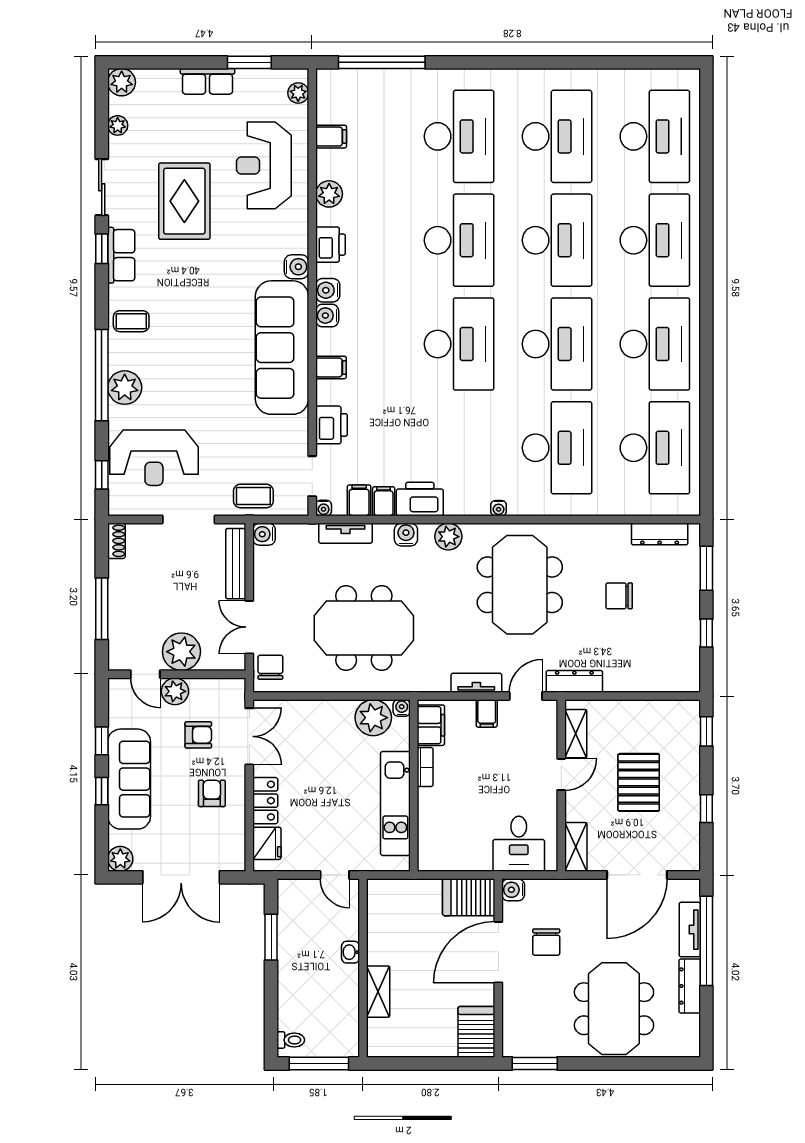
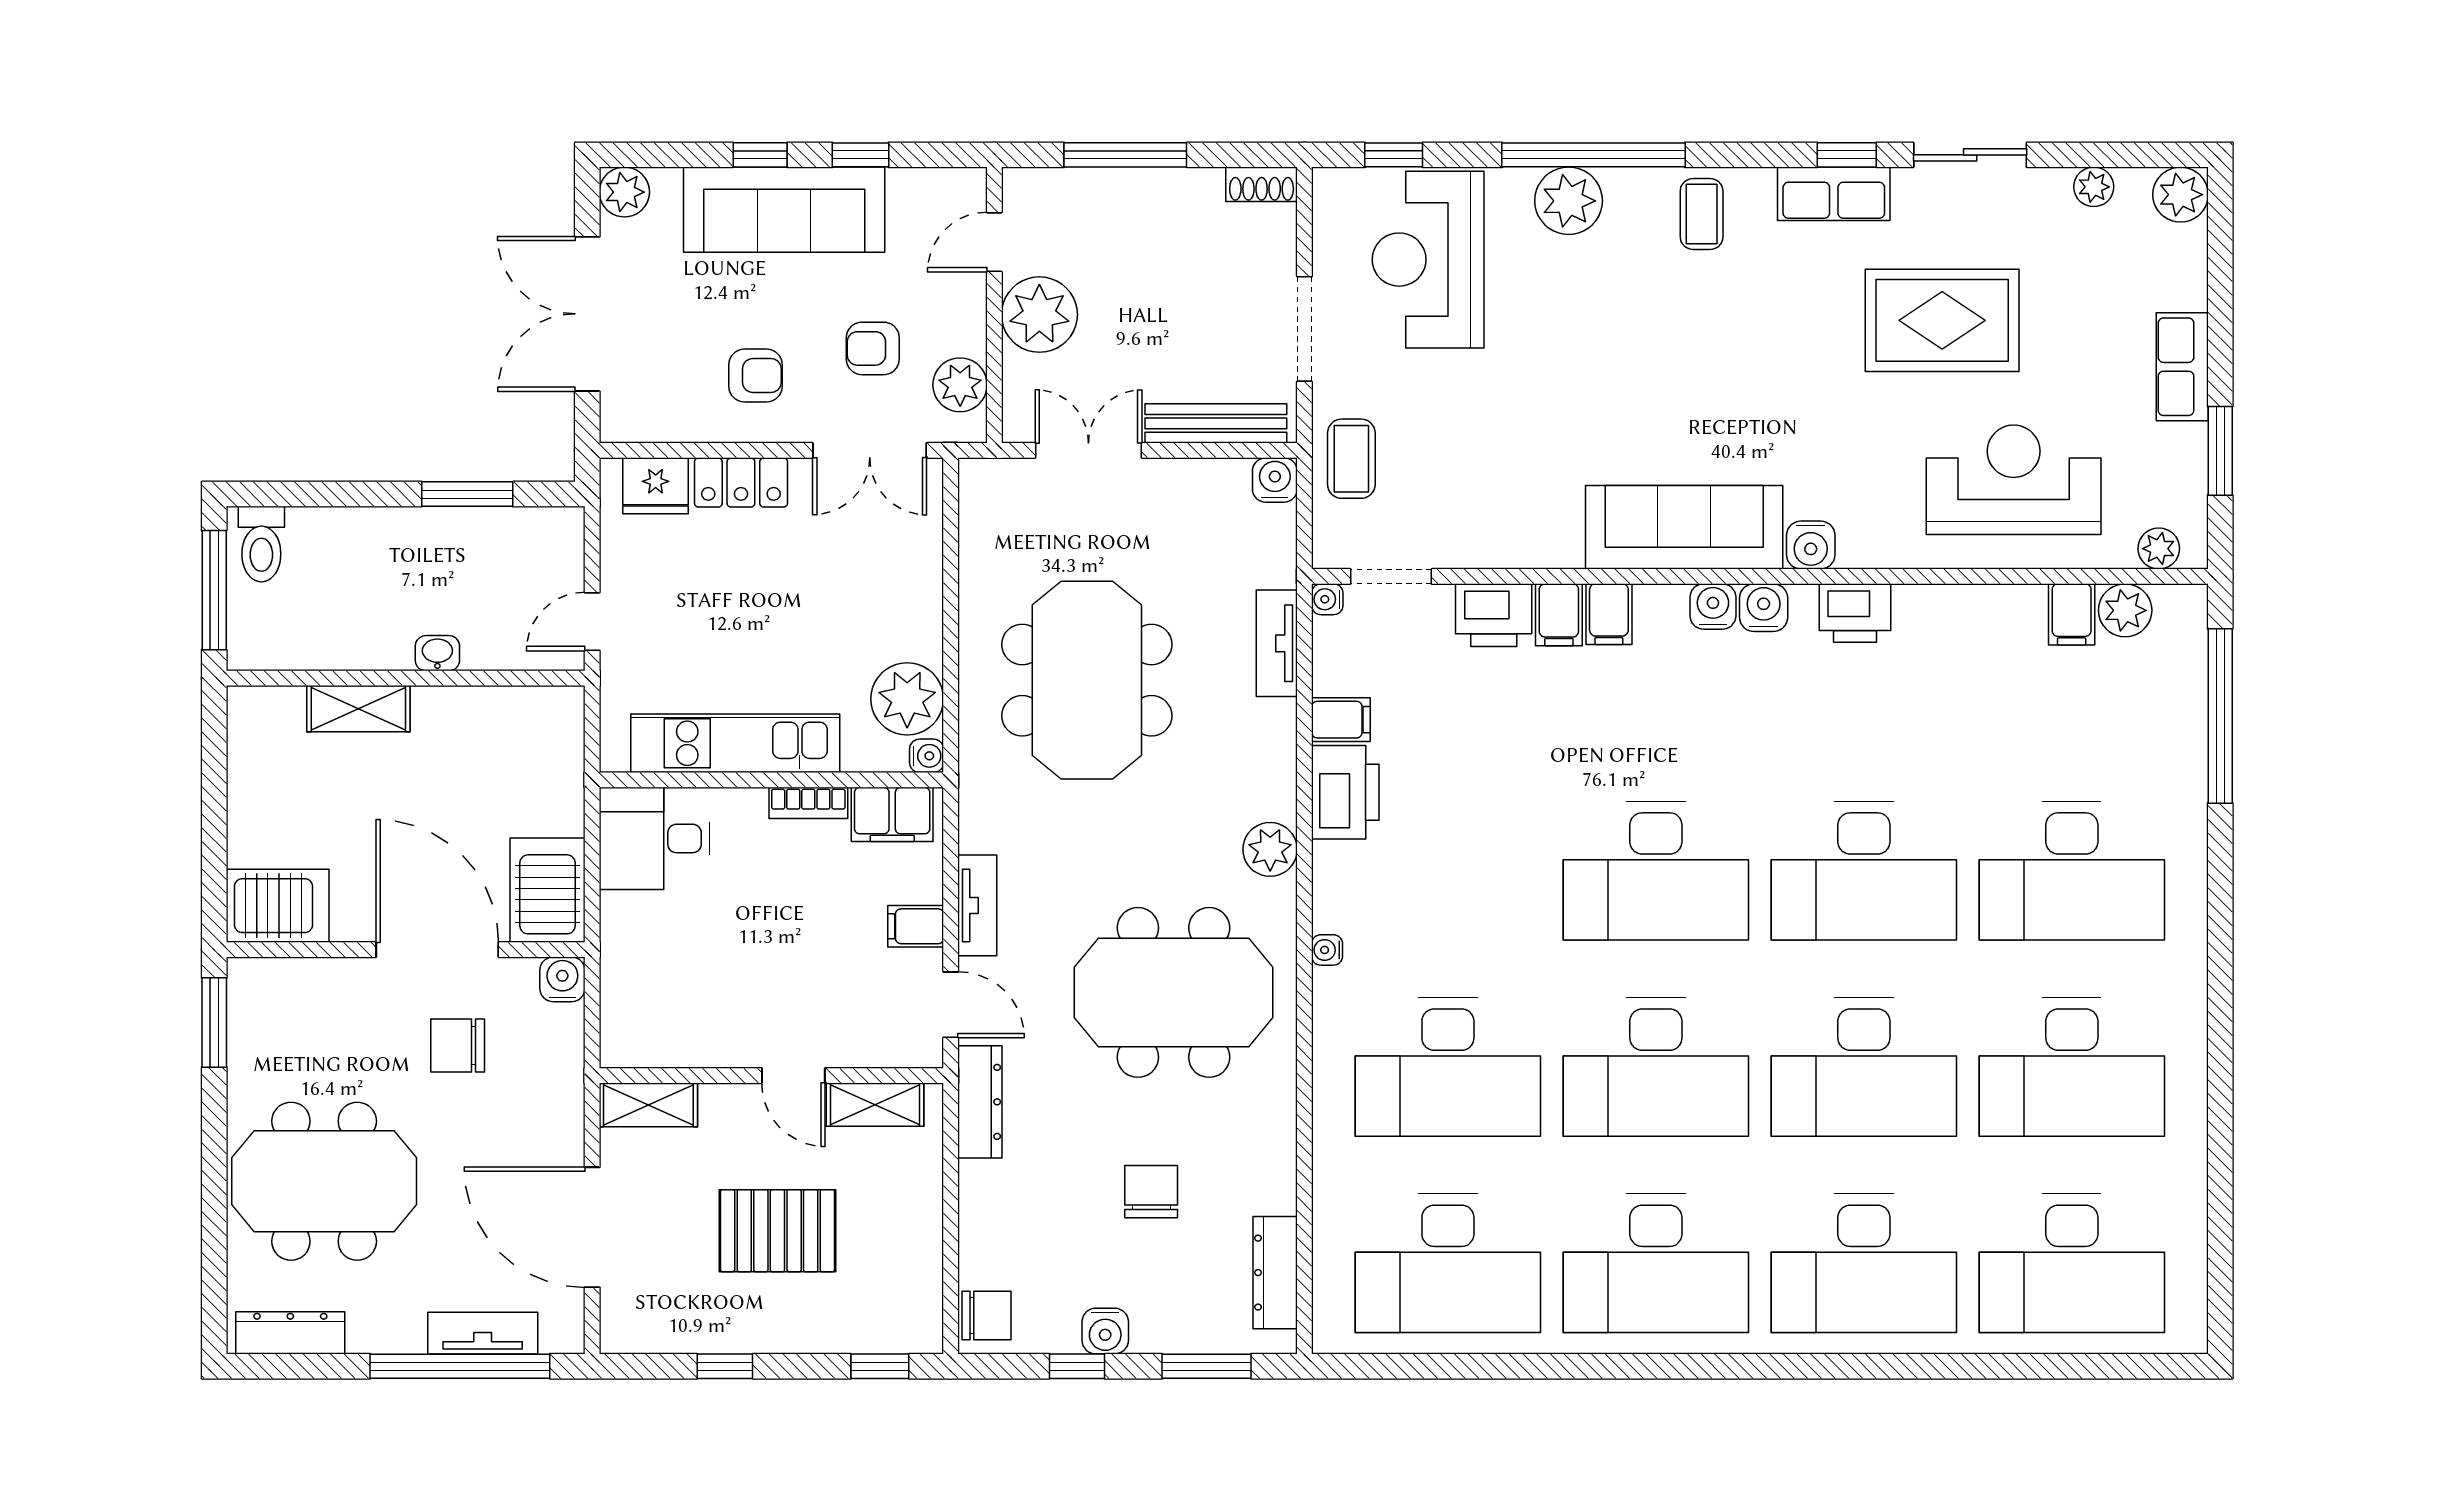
plant: (329, 194) -> (2125, 610), moved
sofa: (282, 348) -> (1684, 527), width x0.74, depth x0.79
filing cabinet: (359, 500) -> (1559, 615), moved, turned 90
water cooler: (406, 535) -> (1105, 1331), moved, turned 90
chair: (270, 667) -> (987, 1315), moved
plant: (175, 691) -> (960, 385), moved
armchair: (198, 735) -> (873, 348), turned 90
desk: (519, 844) -> (655, 838), moved
dresser: (690, 986) -> (290, 1333), moved
toilet: (291, 1040) -> (261, 544), width x1.37, depth x1.39

